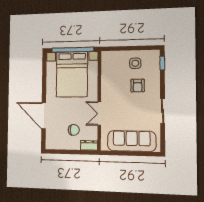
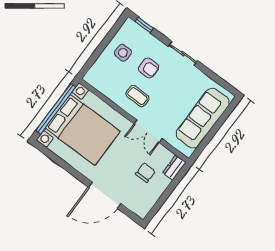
coffee table: (116, 91) -> (137, 96), added
sliding door: (163, 111) -> (183, 54), moved

